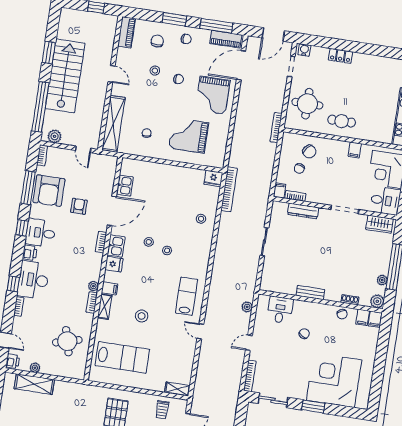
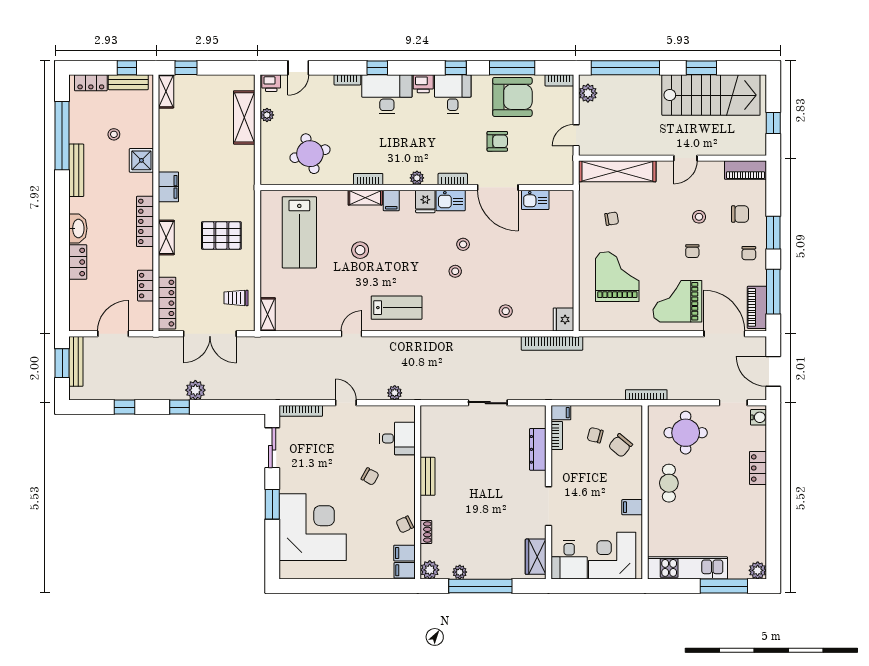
stairs: (65, 76) -> (711, 95), moved
armchair: (49, 191) -> (512, 97), turned 180
plant: (93, 286) -> (417, 178), moved

